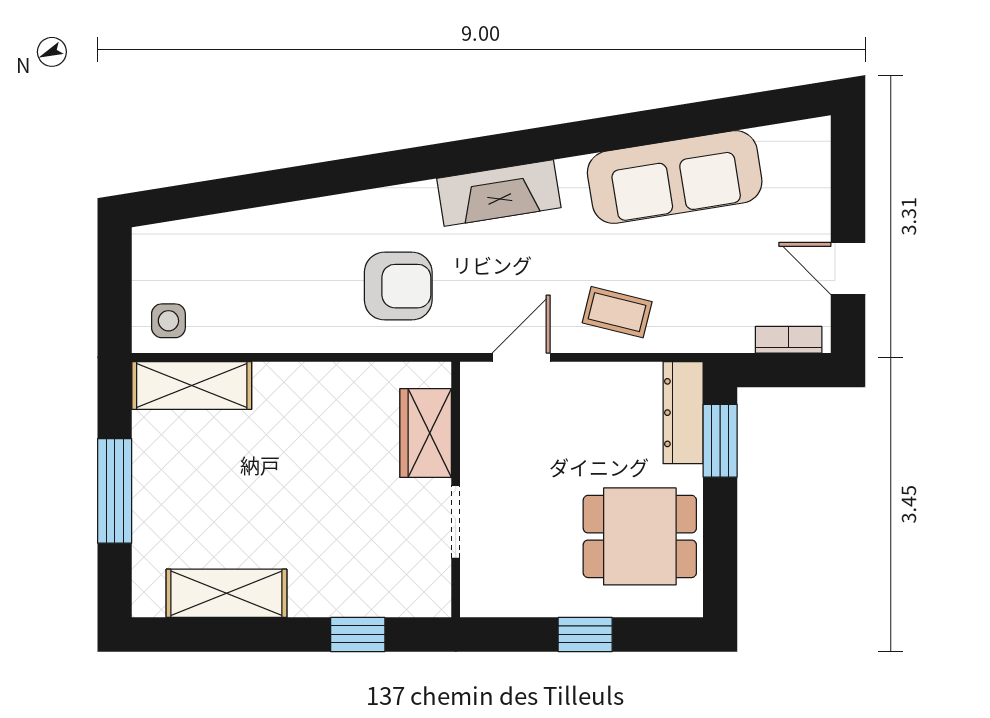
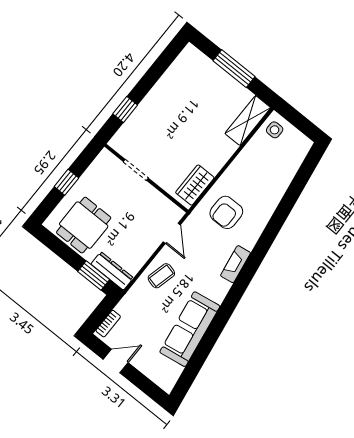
fireplace: (499, 193) -> (235, 264), width x0.73, depth x0.76
wardrobe: (426, 433) -> (195, 185), moved, turned -90
shelving: (226, 593) -> (172, 78), removed

